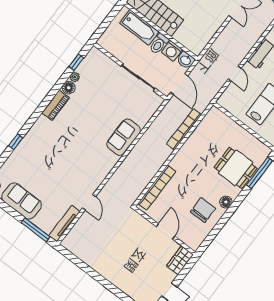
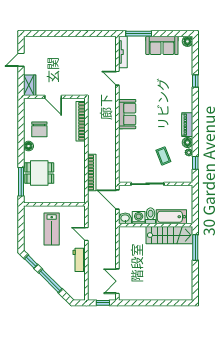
coffee table: (102, 92) -> (163, 156), added
sofa: (124, 137) -> (127, 114), moved

